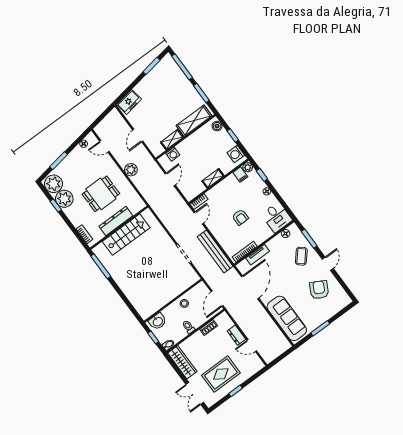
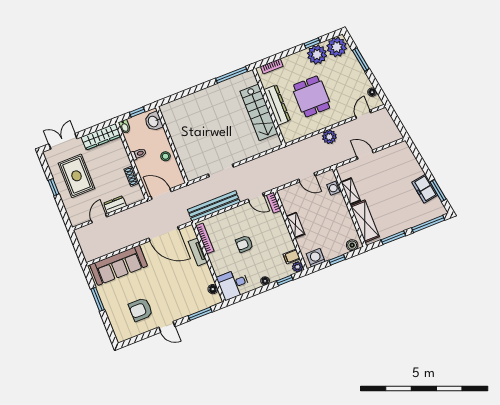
freezer: (129, 102) -> (425, 189), moved
coffee table: (301, 256) -> (183, 300), removed
armchair: (319, 290) -> (141, 310), turned 152

